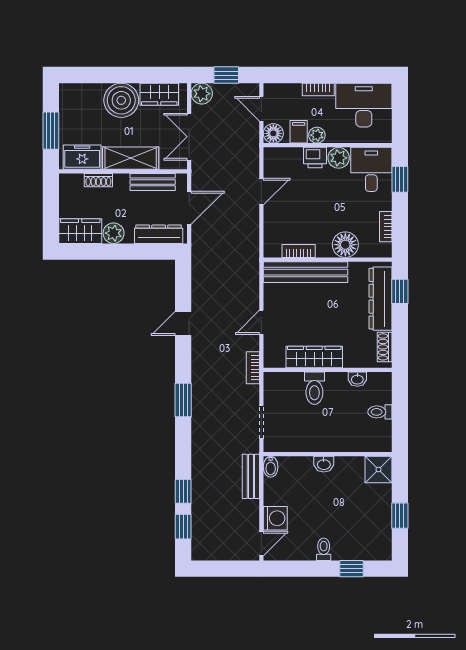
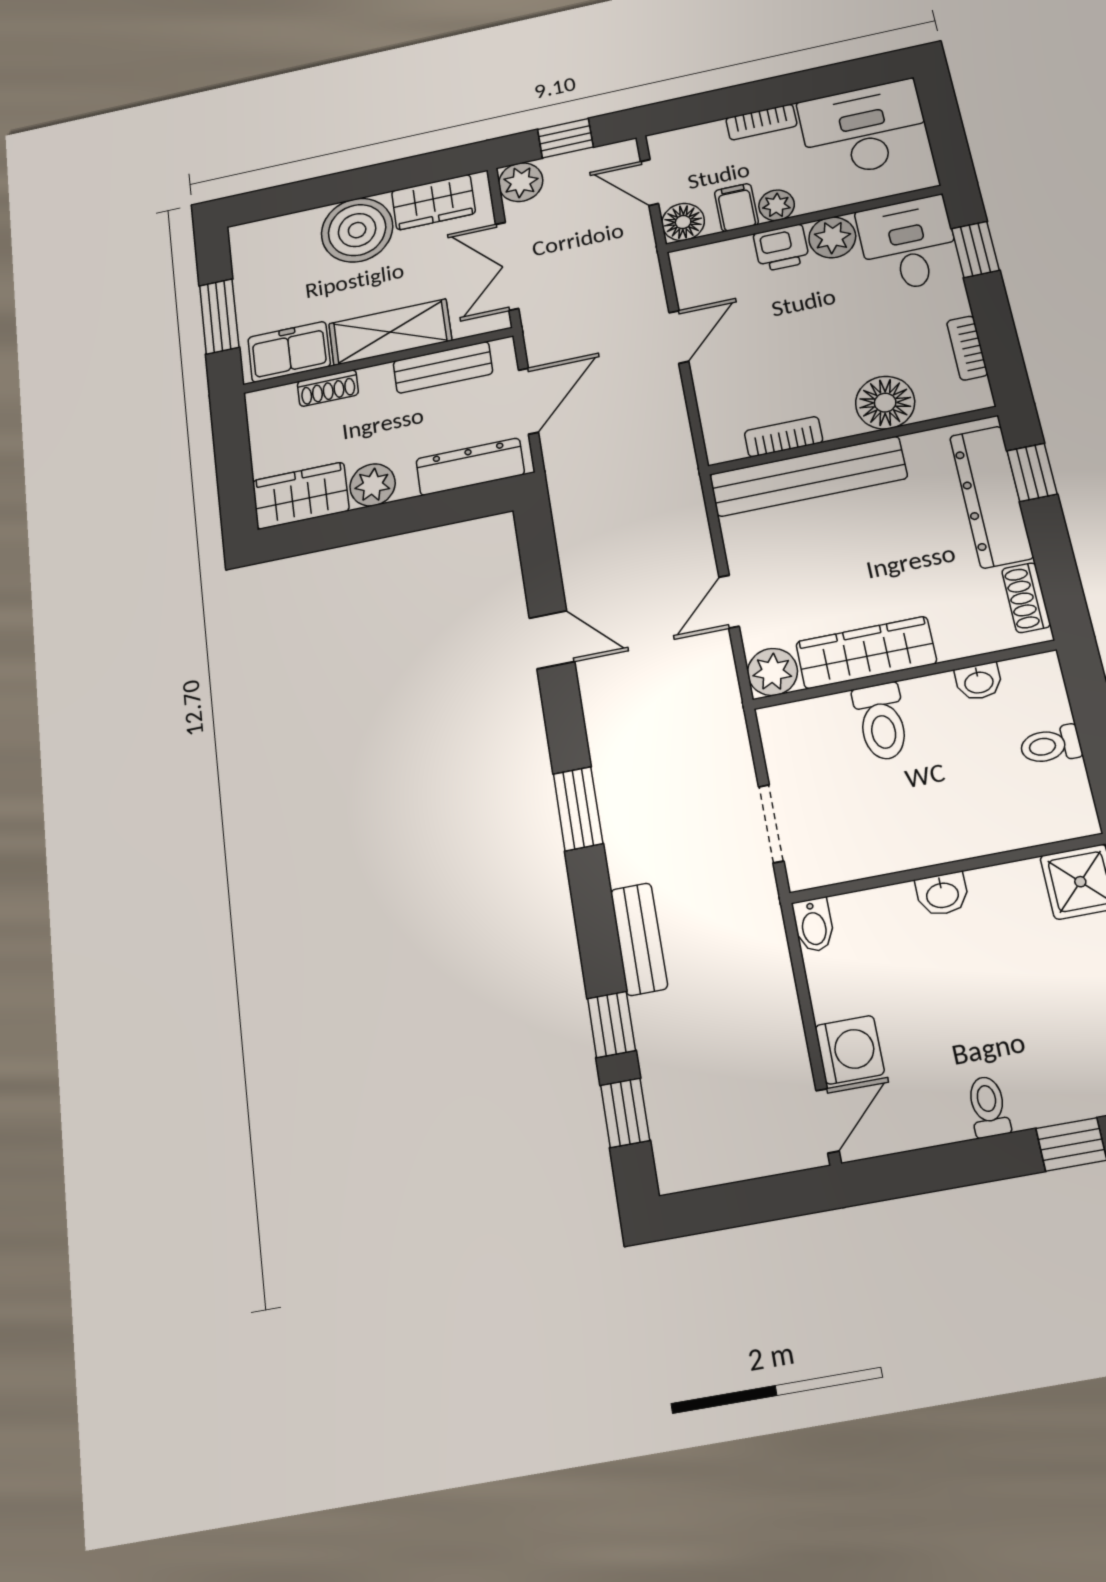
door: (183, 323) -> (552, 640), swing flipped
plant: (274, 357) -> (772, 672), added
bookcase: (253, 368) -> (728, 704), removed
bench: (251, 476) -> (639, 939), moved

